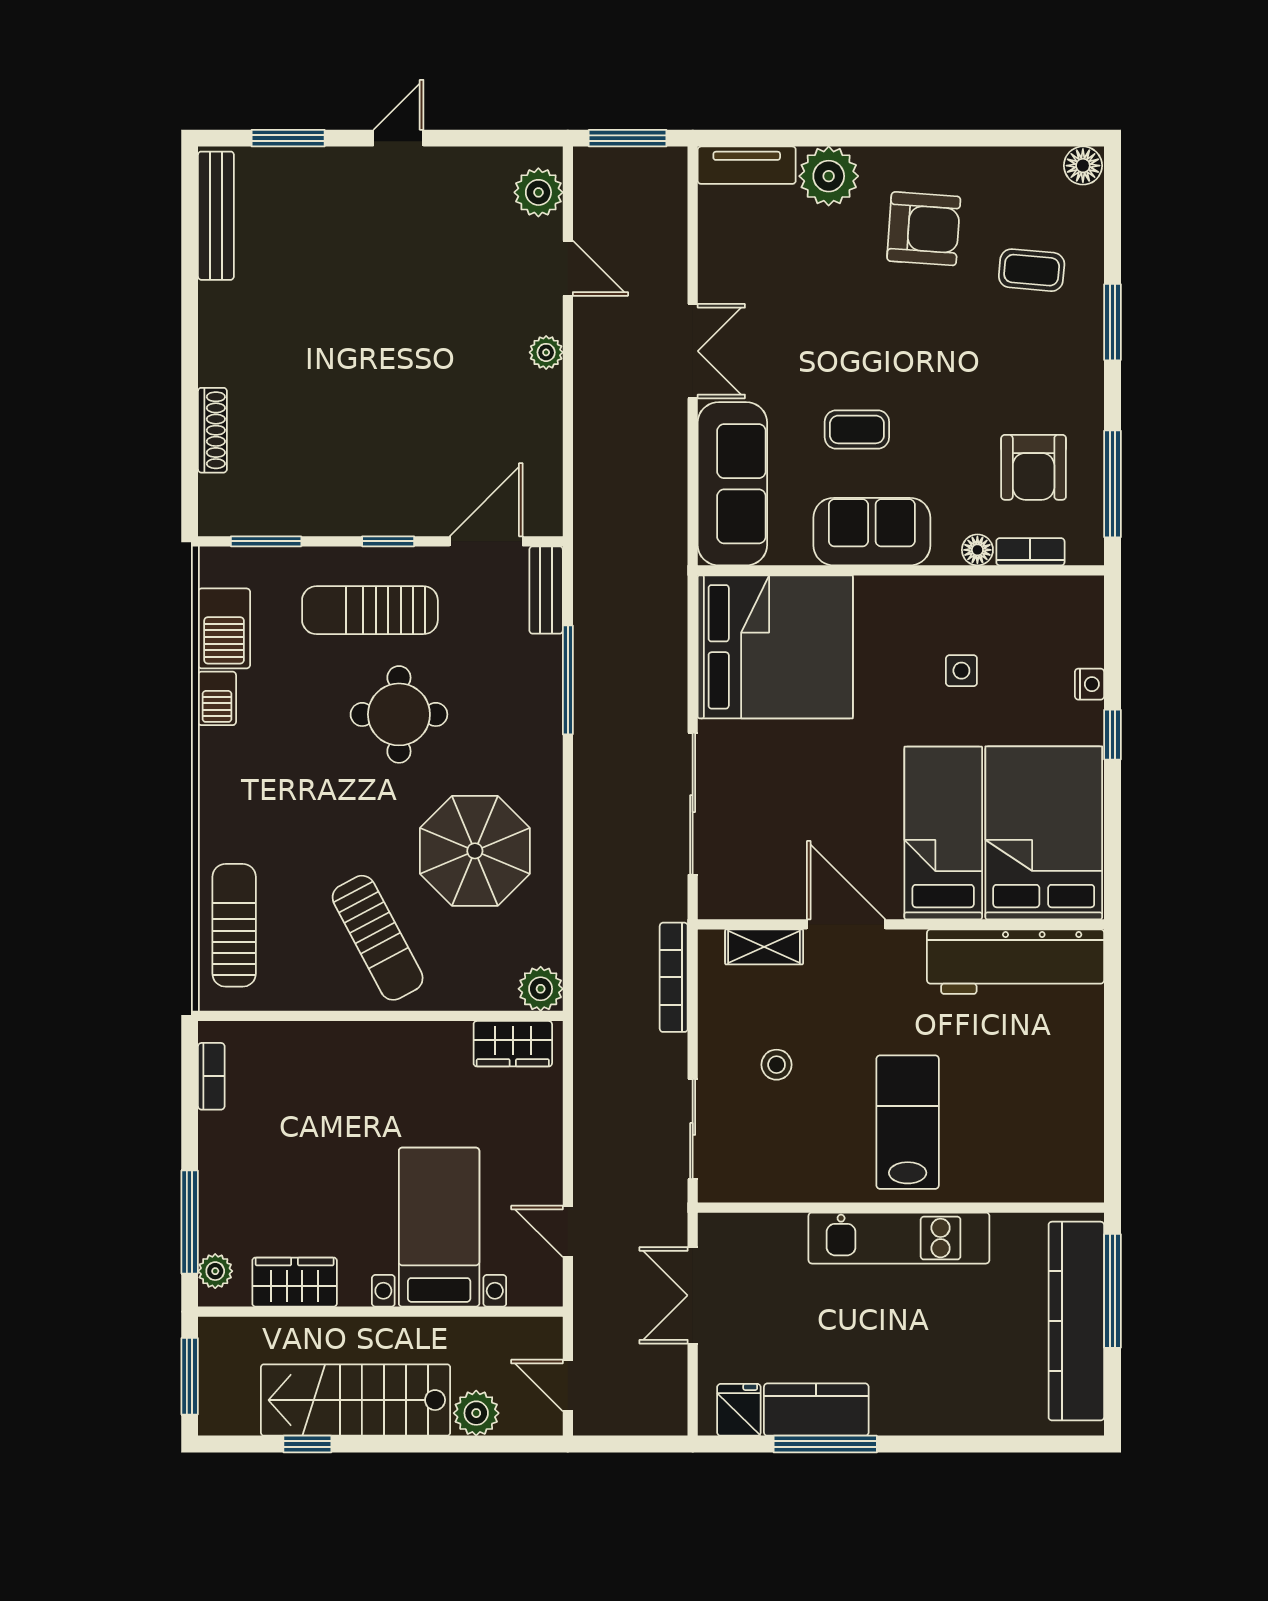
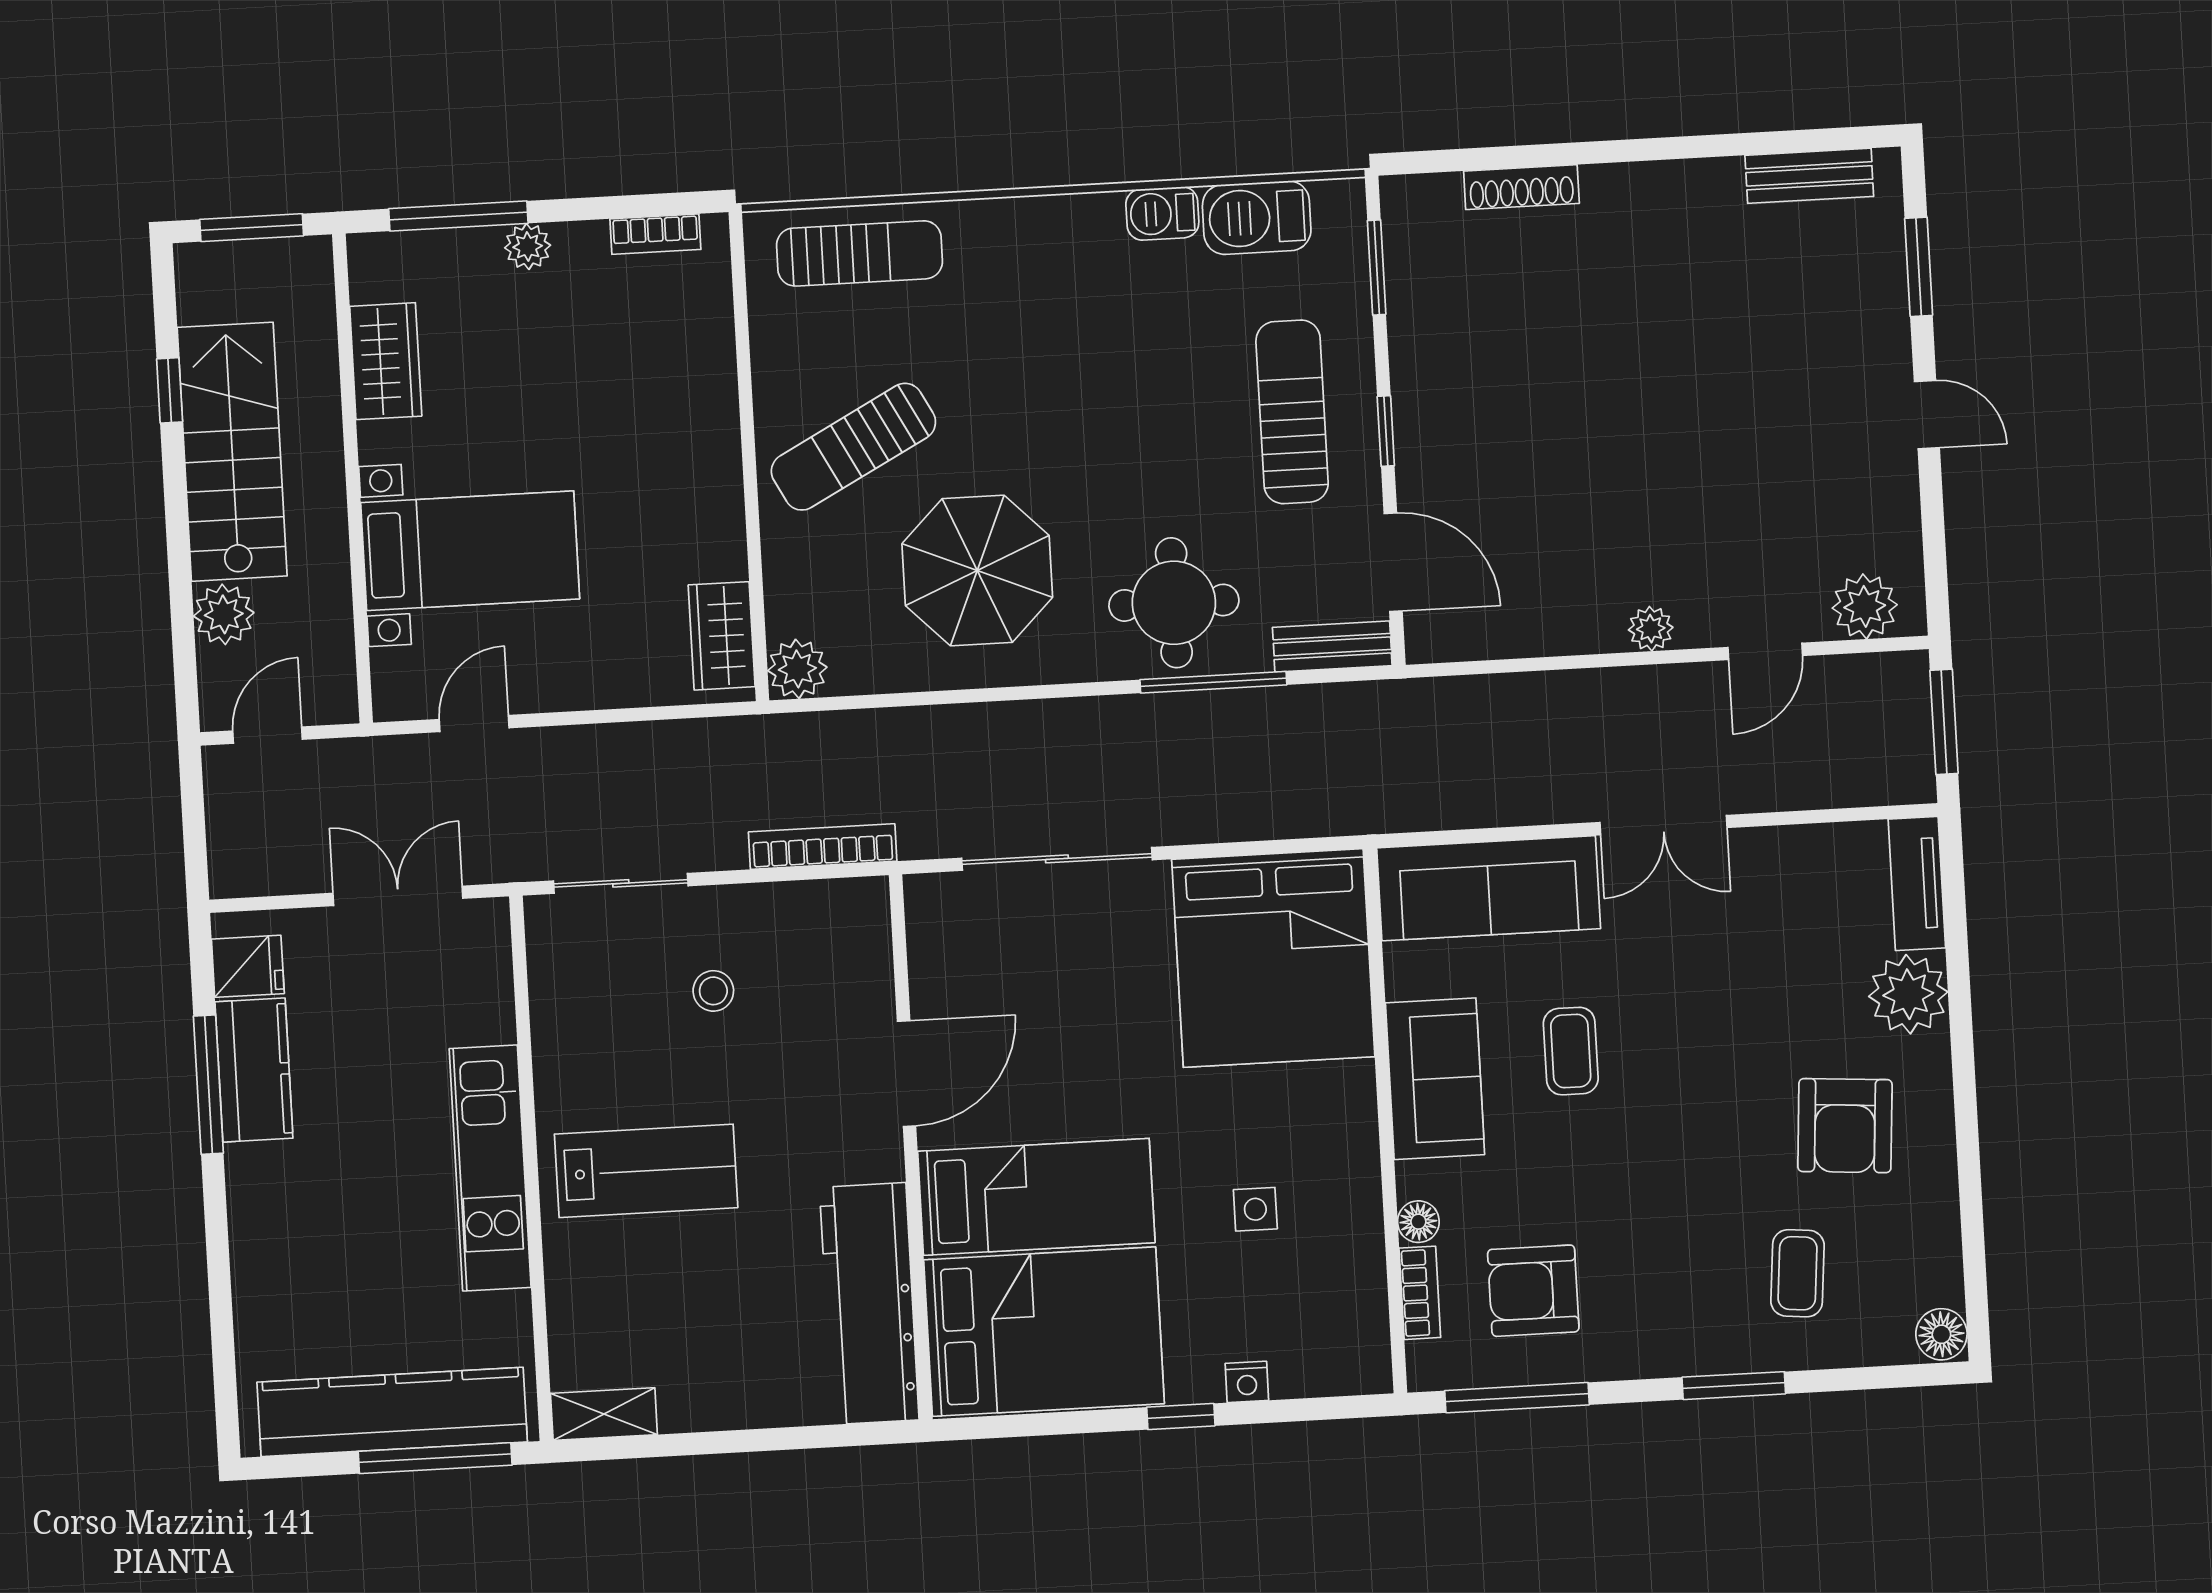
bench: (216, 216) -> (1809, 176), width x0.73
round table: (399, 714) -> (1174, 603), moved
shelving: (764, 947) -> (604, 1414), moved, turned 90
plant: (215, 1271) -> (528, 247), moved

